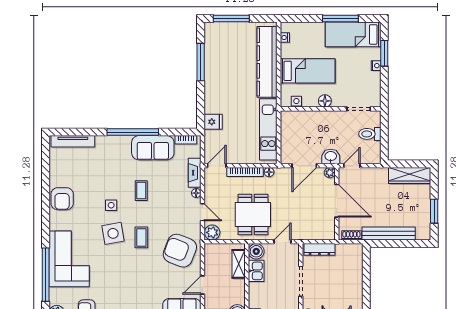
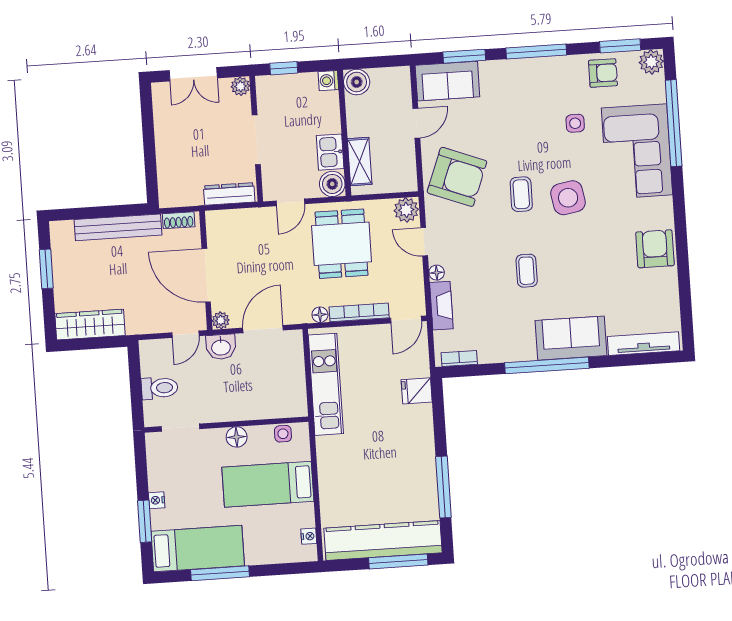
kitchen counter: (267, 62) -> (383, 540), moved, turned -90
sofa: (153, 148) -> (571, 338), moved
side table: (111, 205) -> (575, 123), moved

